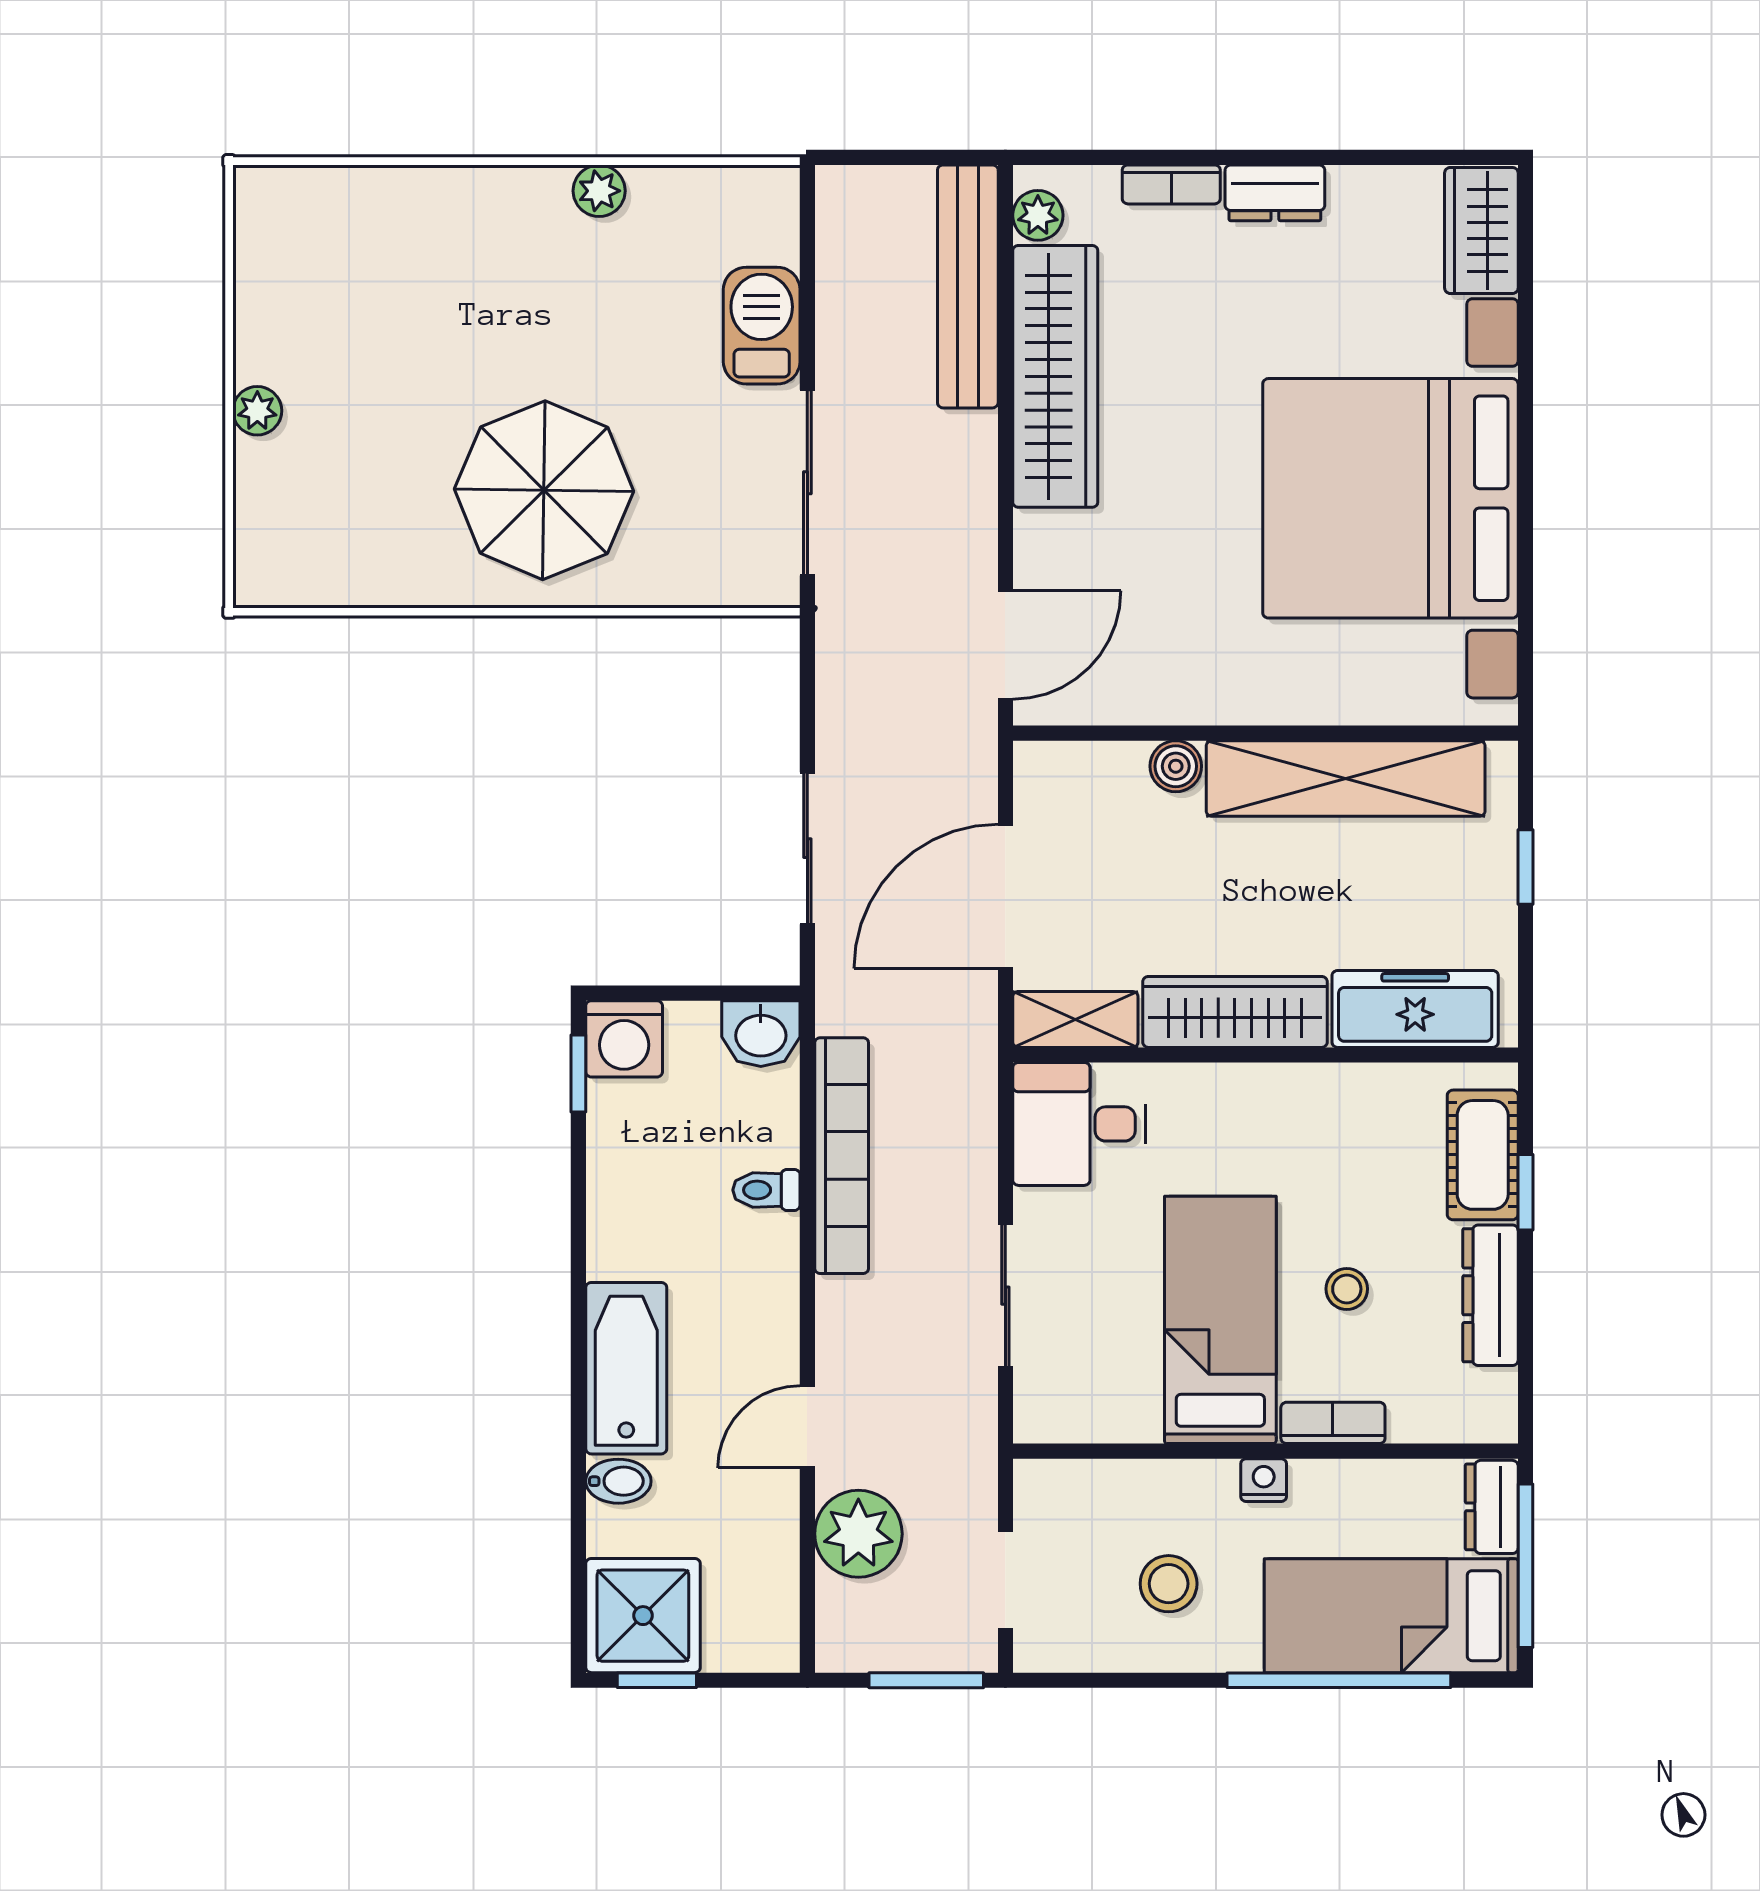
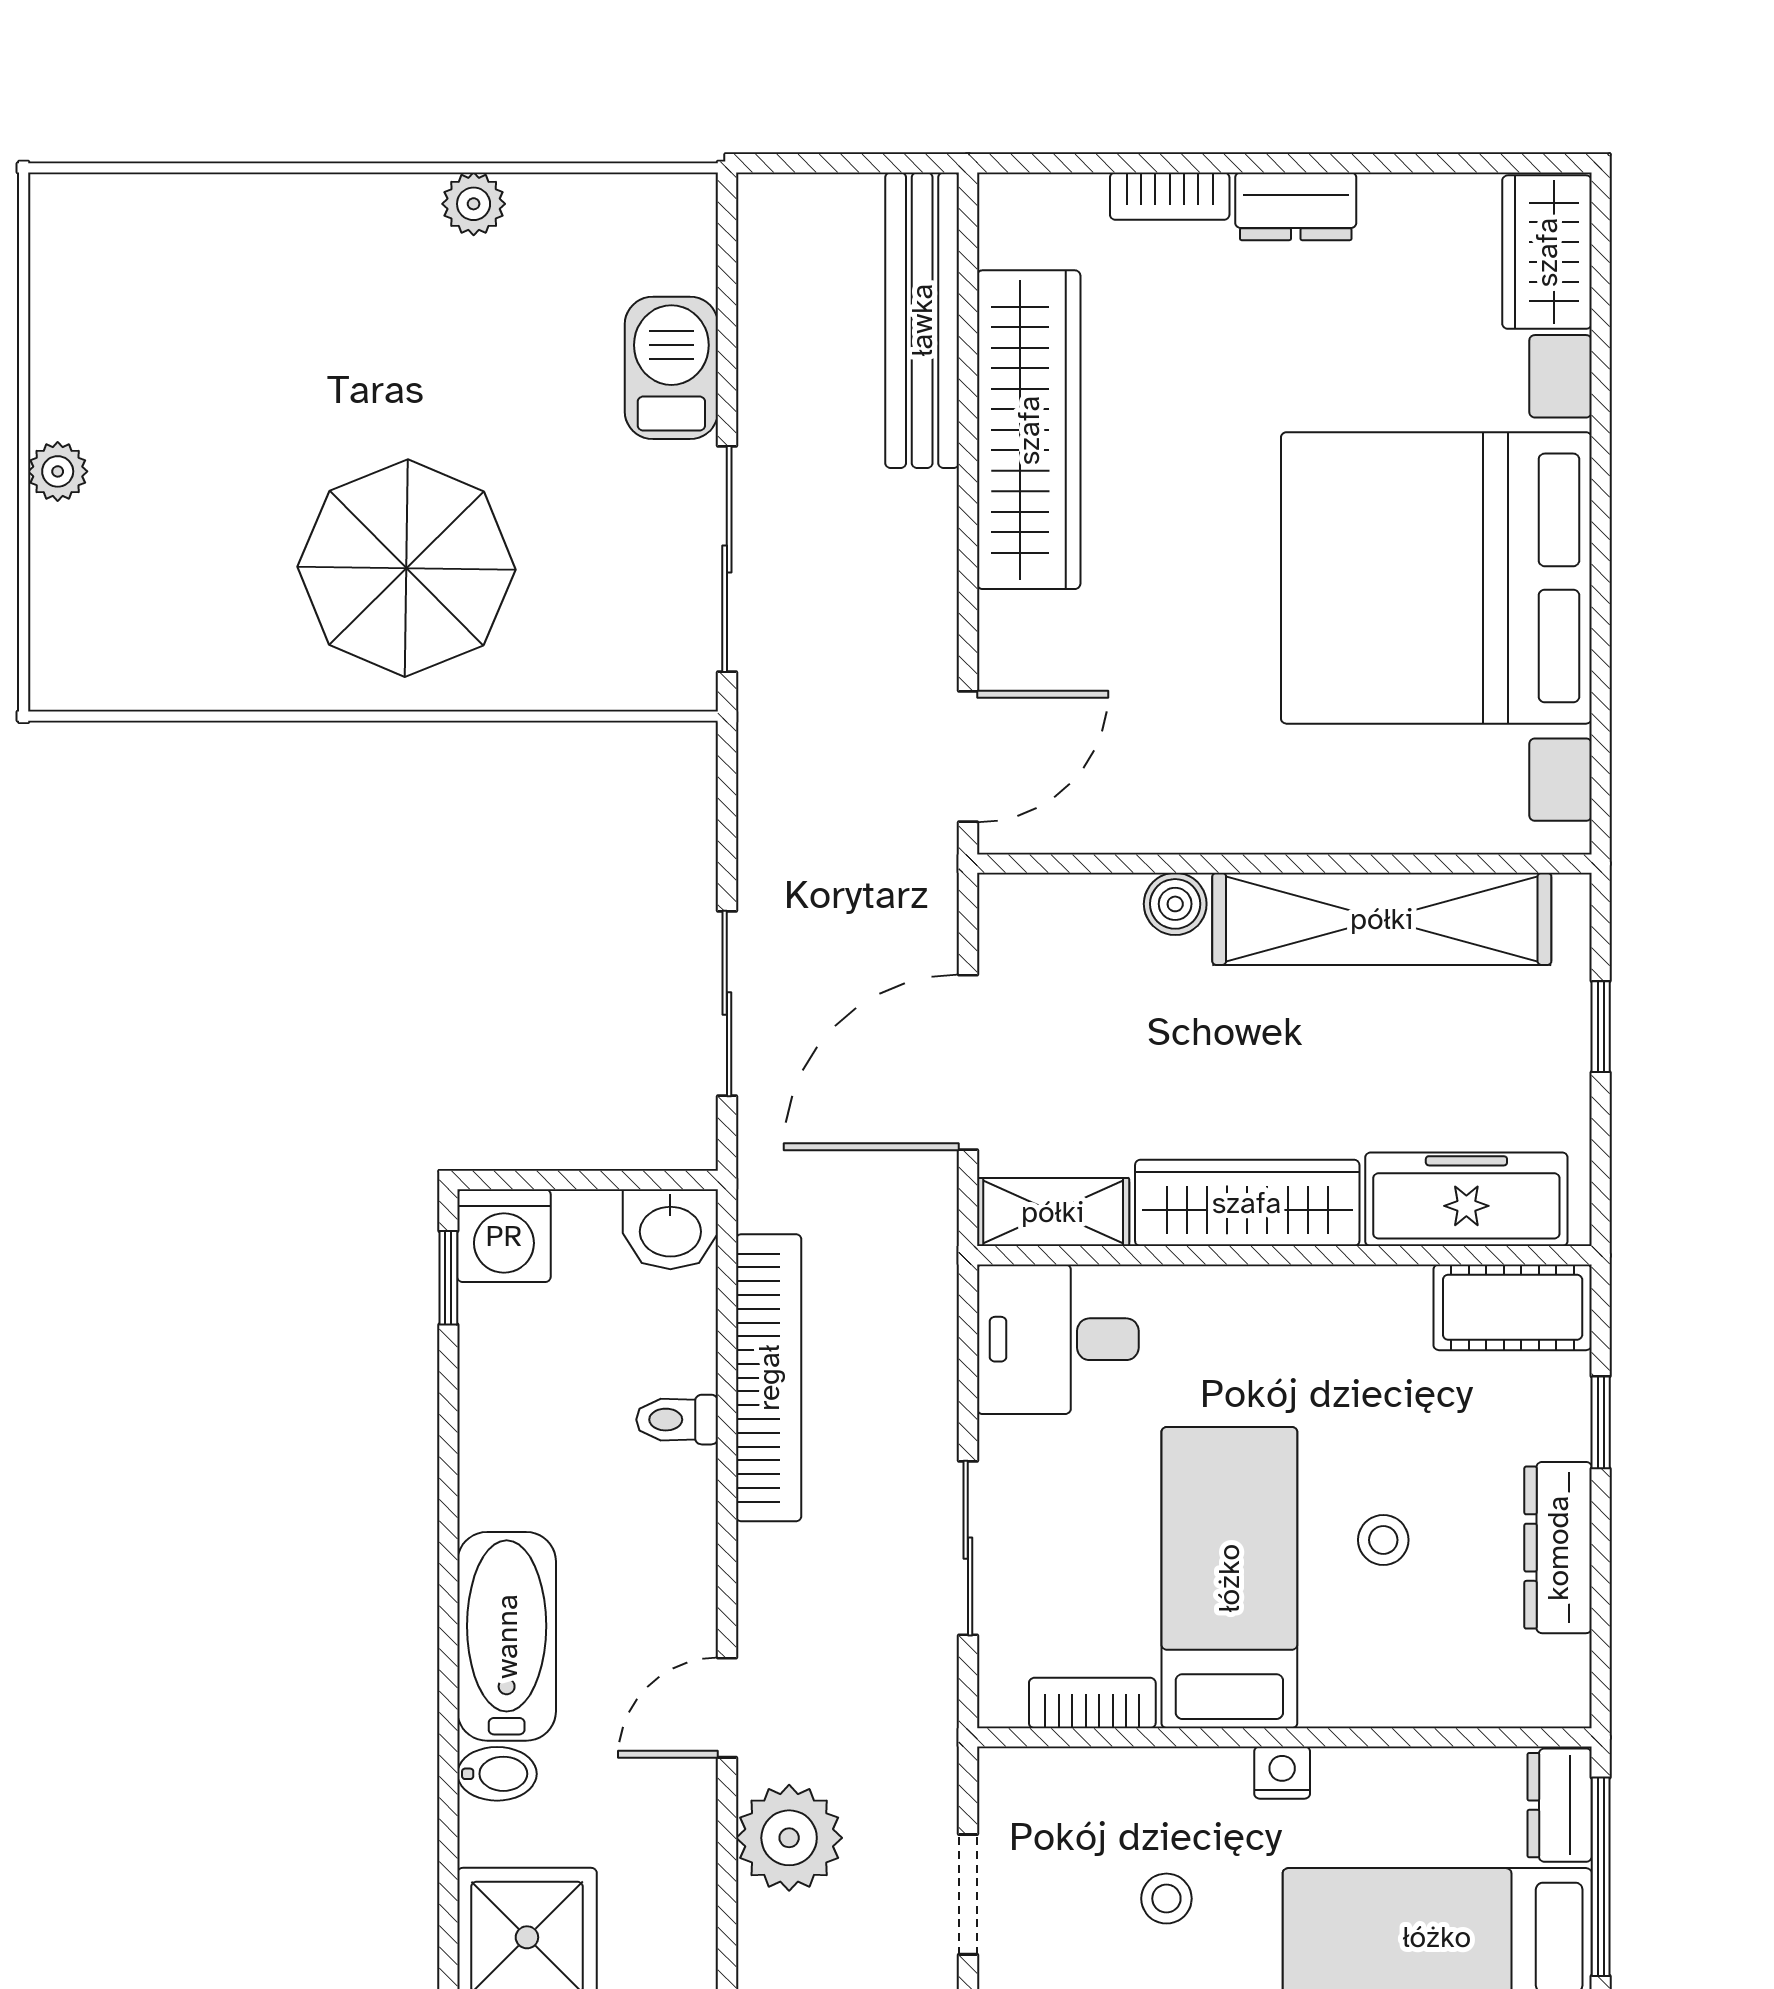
plant: (1038, 215) -> (1007, 234), removed
cot: (1483, 1155) -> (1513, 1307), moved, turned 90
bookcase: (1333, 1423) -> (1092, 1703), moved
stool: (1169, 1584) -> (1166, 1899), width x0.73, depth x0.73

